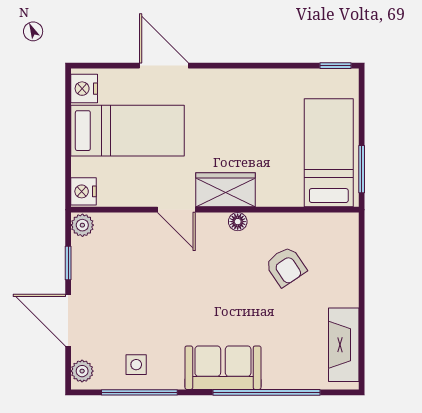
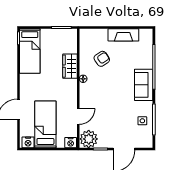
bed: (329, 153) -> (30, 51), moved, turned -90
wardrobe: (226, 190) -> (70, 66), moved
door: (176, 210) -> (78, 116), moved
plant: (82, 225) -> (89, 139), width x1.87, depth x1.87
fireplace: (344, 345) -> (123, 35), moved
plant: (82, 371) -> (145, 143), removed

